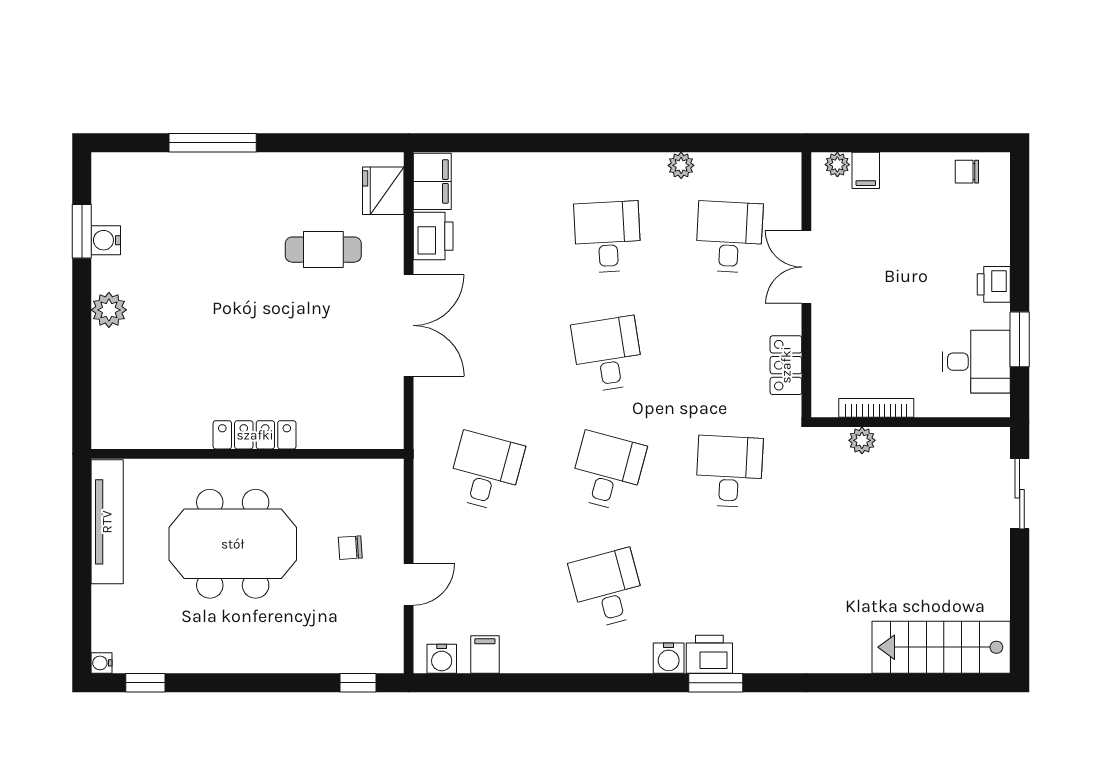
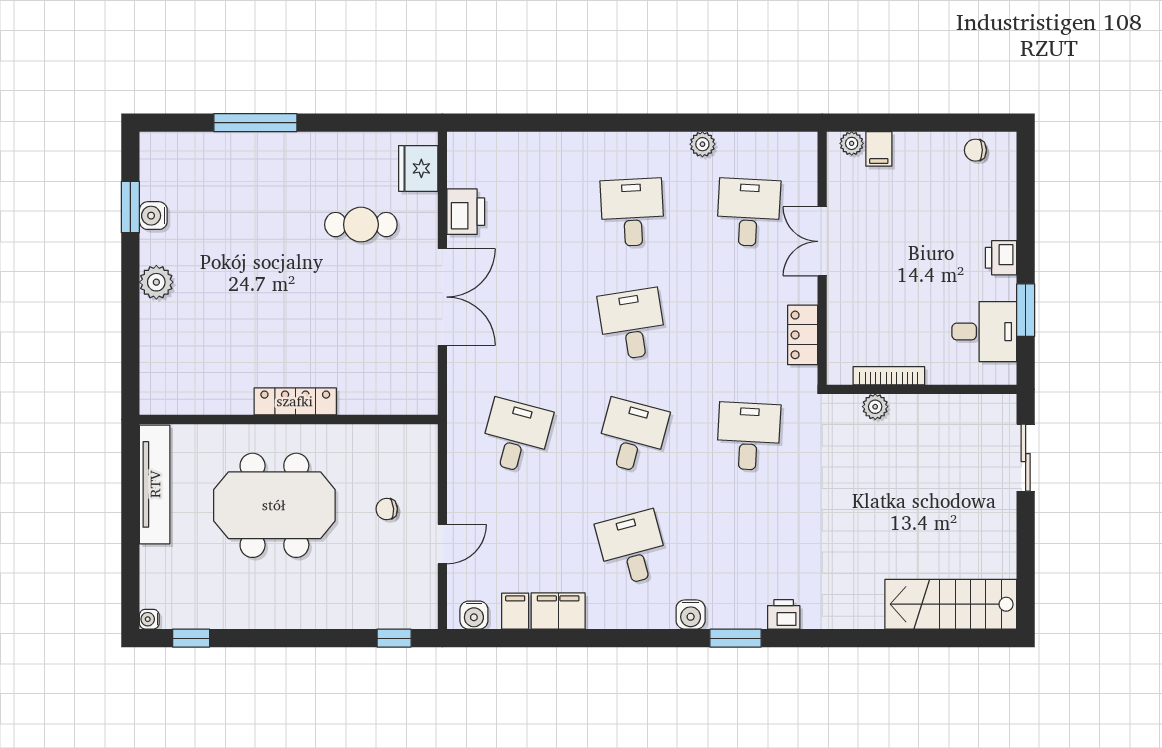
filing cabinet: (432, 181) -> (558, 611), moved, turned -90
printer: (709, 654) -> (784, 614), moved, width x0.73, depth x0.81

